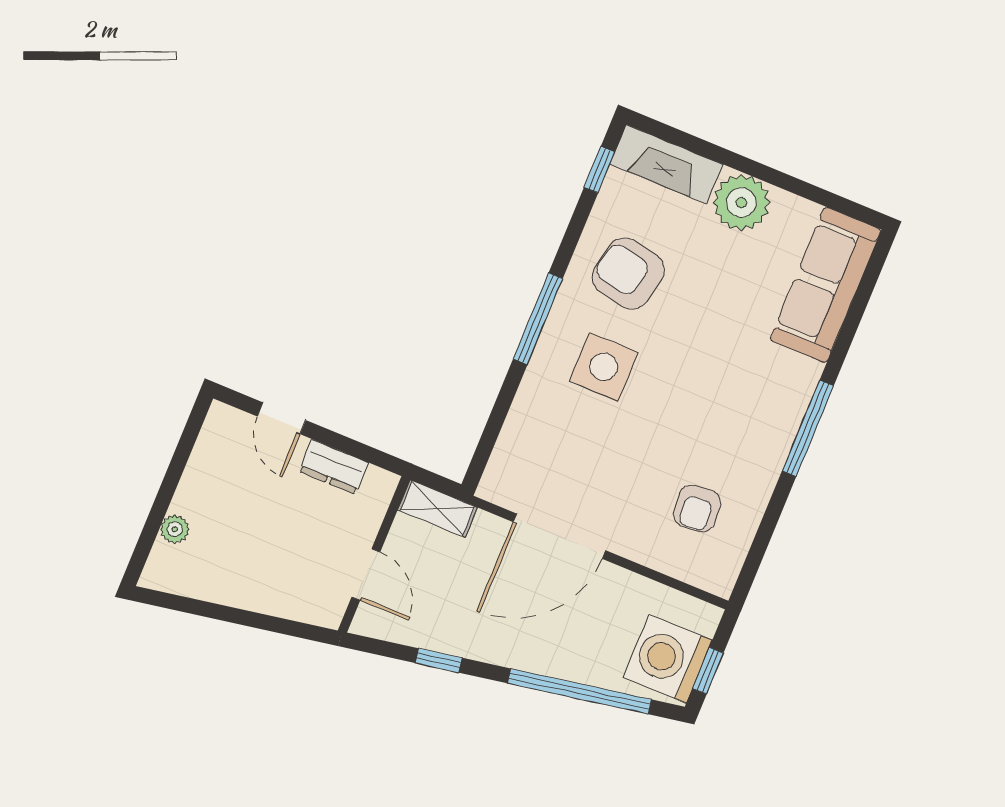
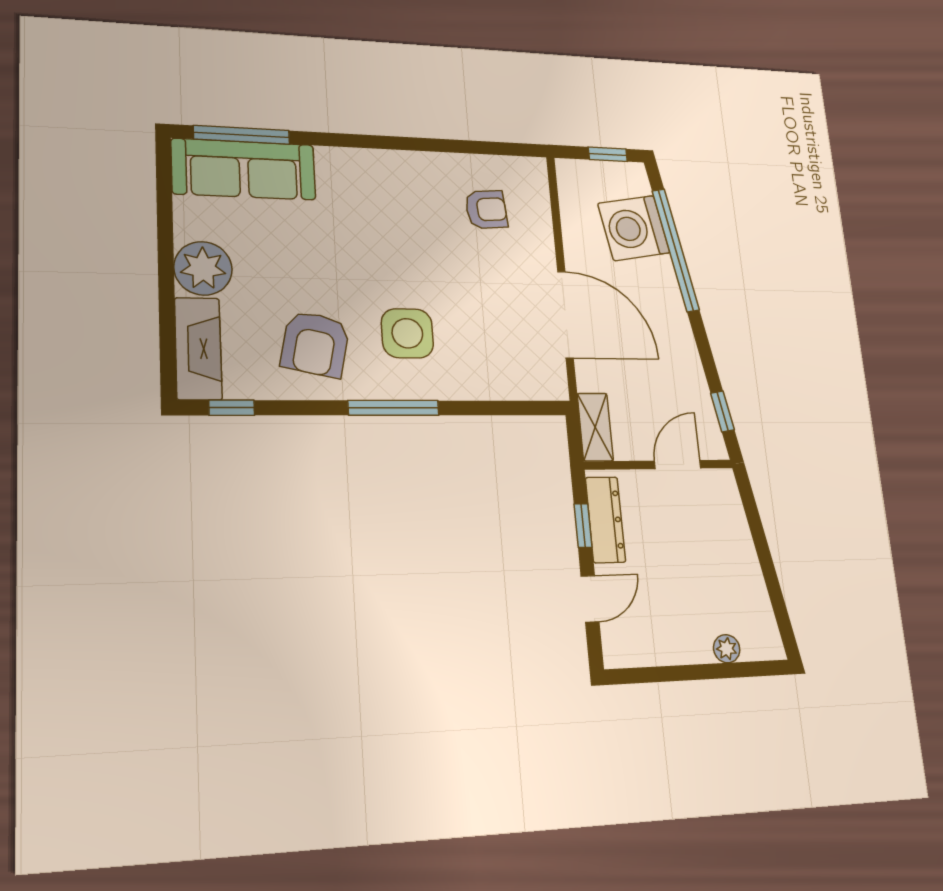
window: (808, 428) -> (242, 135), moved
window: (351, 447) -> (583, 526), added
dresser: (334, 467) -> (605, 520), width x1.44
washing machine: (668, 659) -> (634, 228), moved, turned 80
window: (439, 660) -> (722, 411), moved

